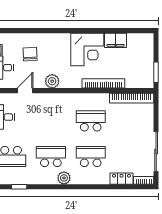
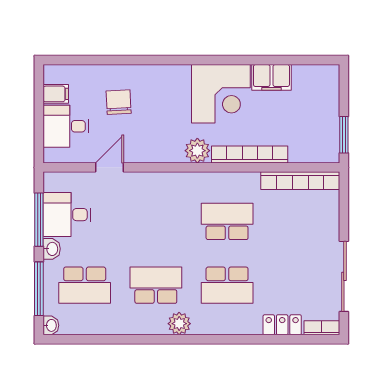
plant: (52, 81) -> (197, 151), moved
school desk: (91, 157) -> (227, 285), turned 180
window: (19, 187) -> (99, 339), removed

